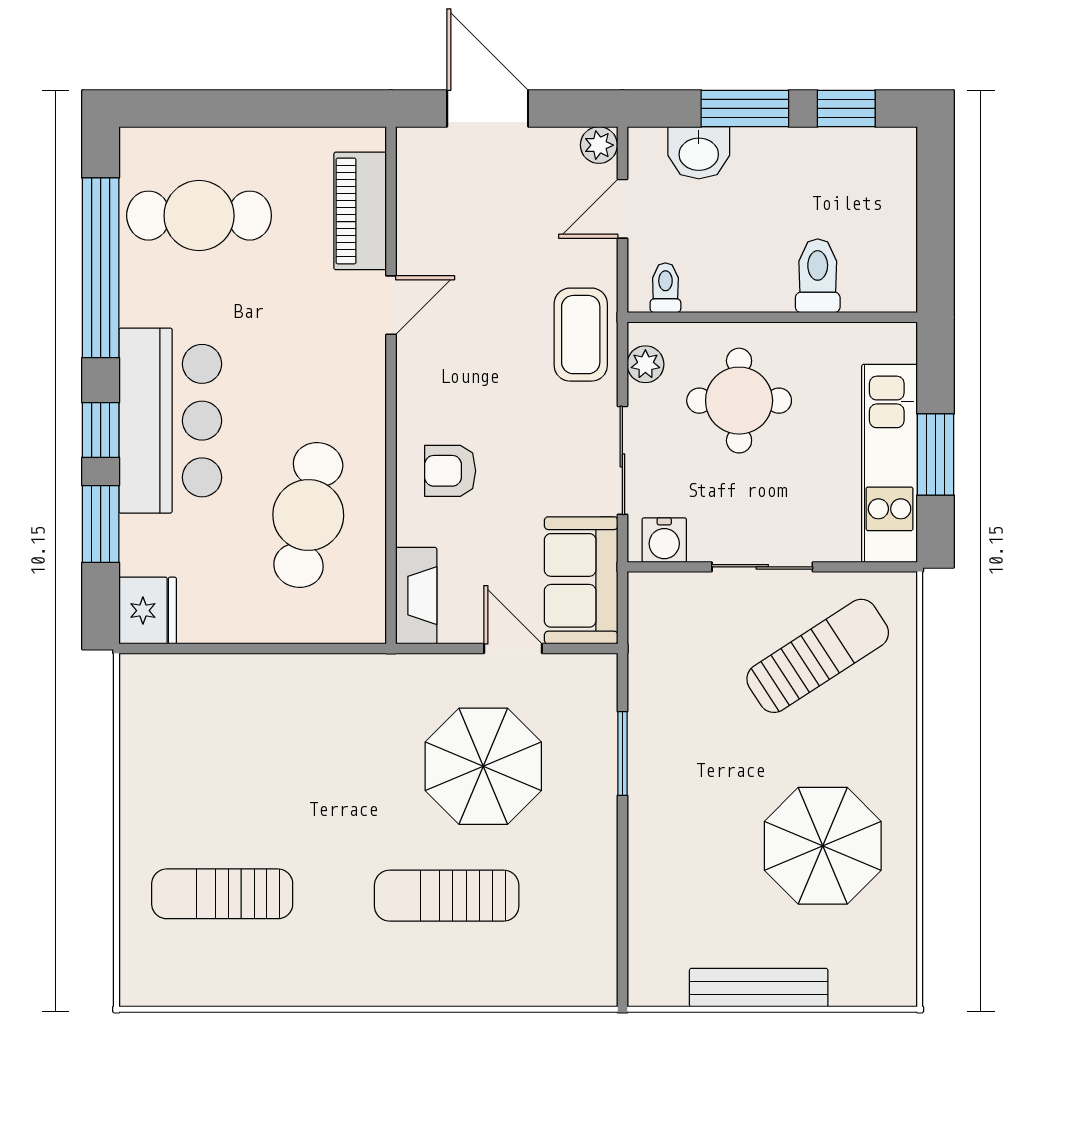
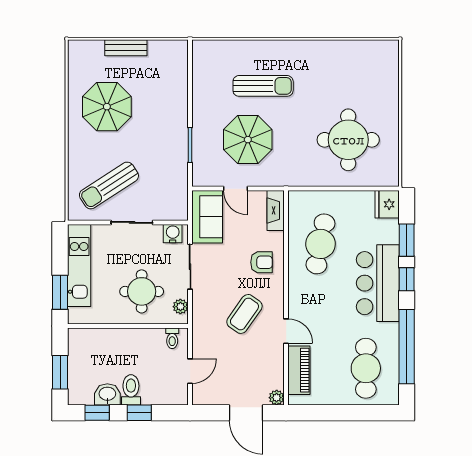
window: (745, 108) -> (139, 413), width x0.67
plant: (599, 145) -> (277, 398), moved
washbasin: (699, 153) -> (107, 394), moved
window: (936, 206) -> (60, 372), added
cafe table: (199, 216) -> (366, 368), turned 90
toilet: (818, 276) -> (131, 390), moved, turned 180
door: (391, 305) -> (286, 331), swing flipped
coffee table: (581, 335) -> (244, 314), moved, turned 35
window: (936, 455) -> (60, 292), moved
round table: (242, 766) -> (348, 140), added
sun lounger: (222, 894) -> (356, 87), removed
bench: (759, 988) -> (126, 48), width x0.73

